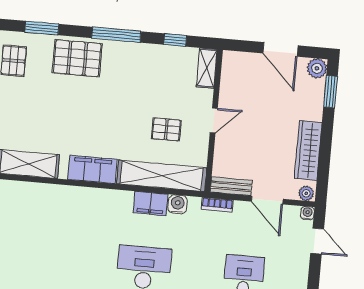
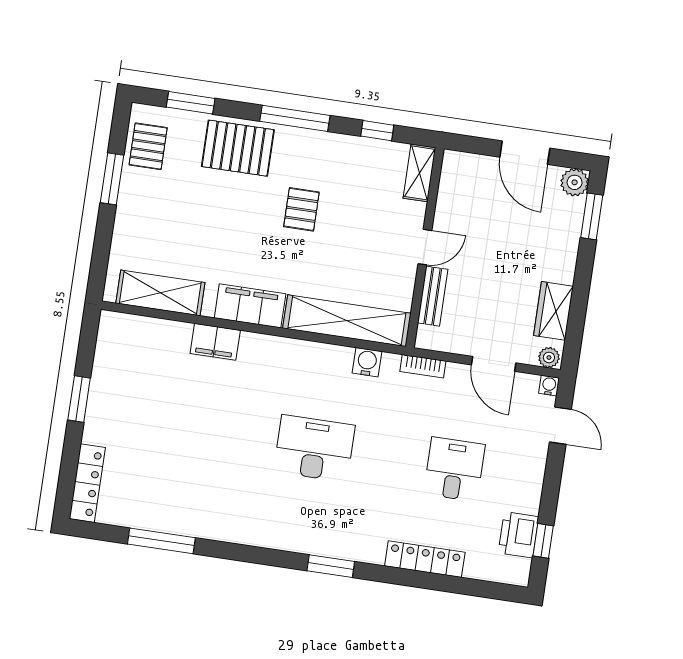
pallet: (166, 129) -> (301, 209), moved, turned 90
wardrobe: (308, 150) -> (553, 311), width x0.67
bench: (231, 186) -> (433, 296), moved, turned 90
filing cabinet: (150, 204) -> (215, 342), moved

